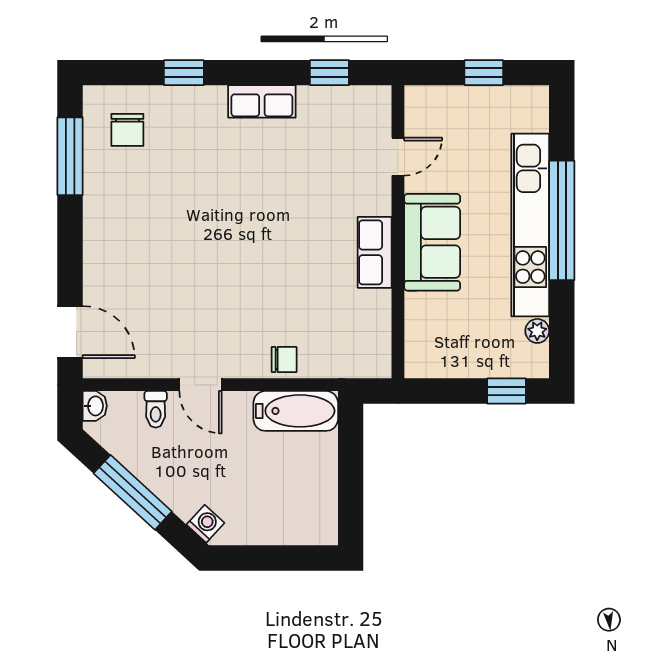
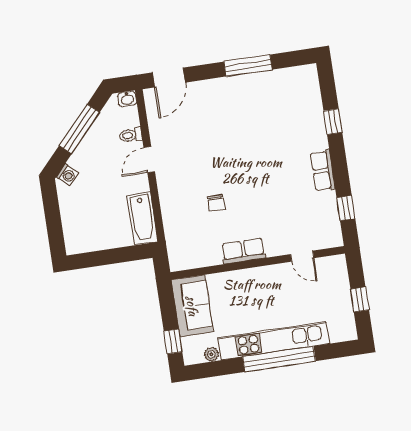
chair: (127, 130) -> (294, 93), removed
window: (70, 156) -> (248, 66), moved
sofa: (432, 242) -> (192, 306), moved, turned -90
chair: (284, 359) -> (216, 203), moved

